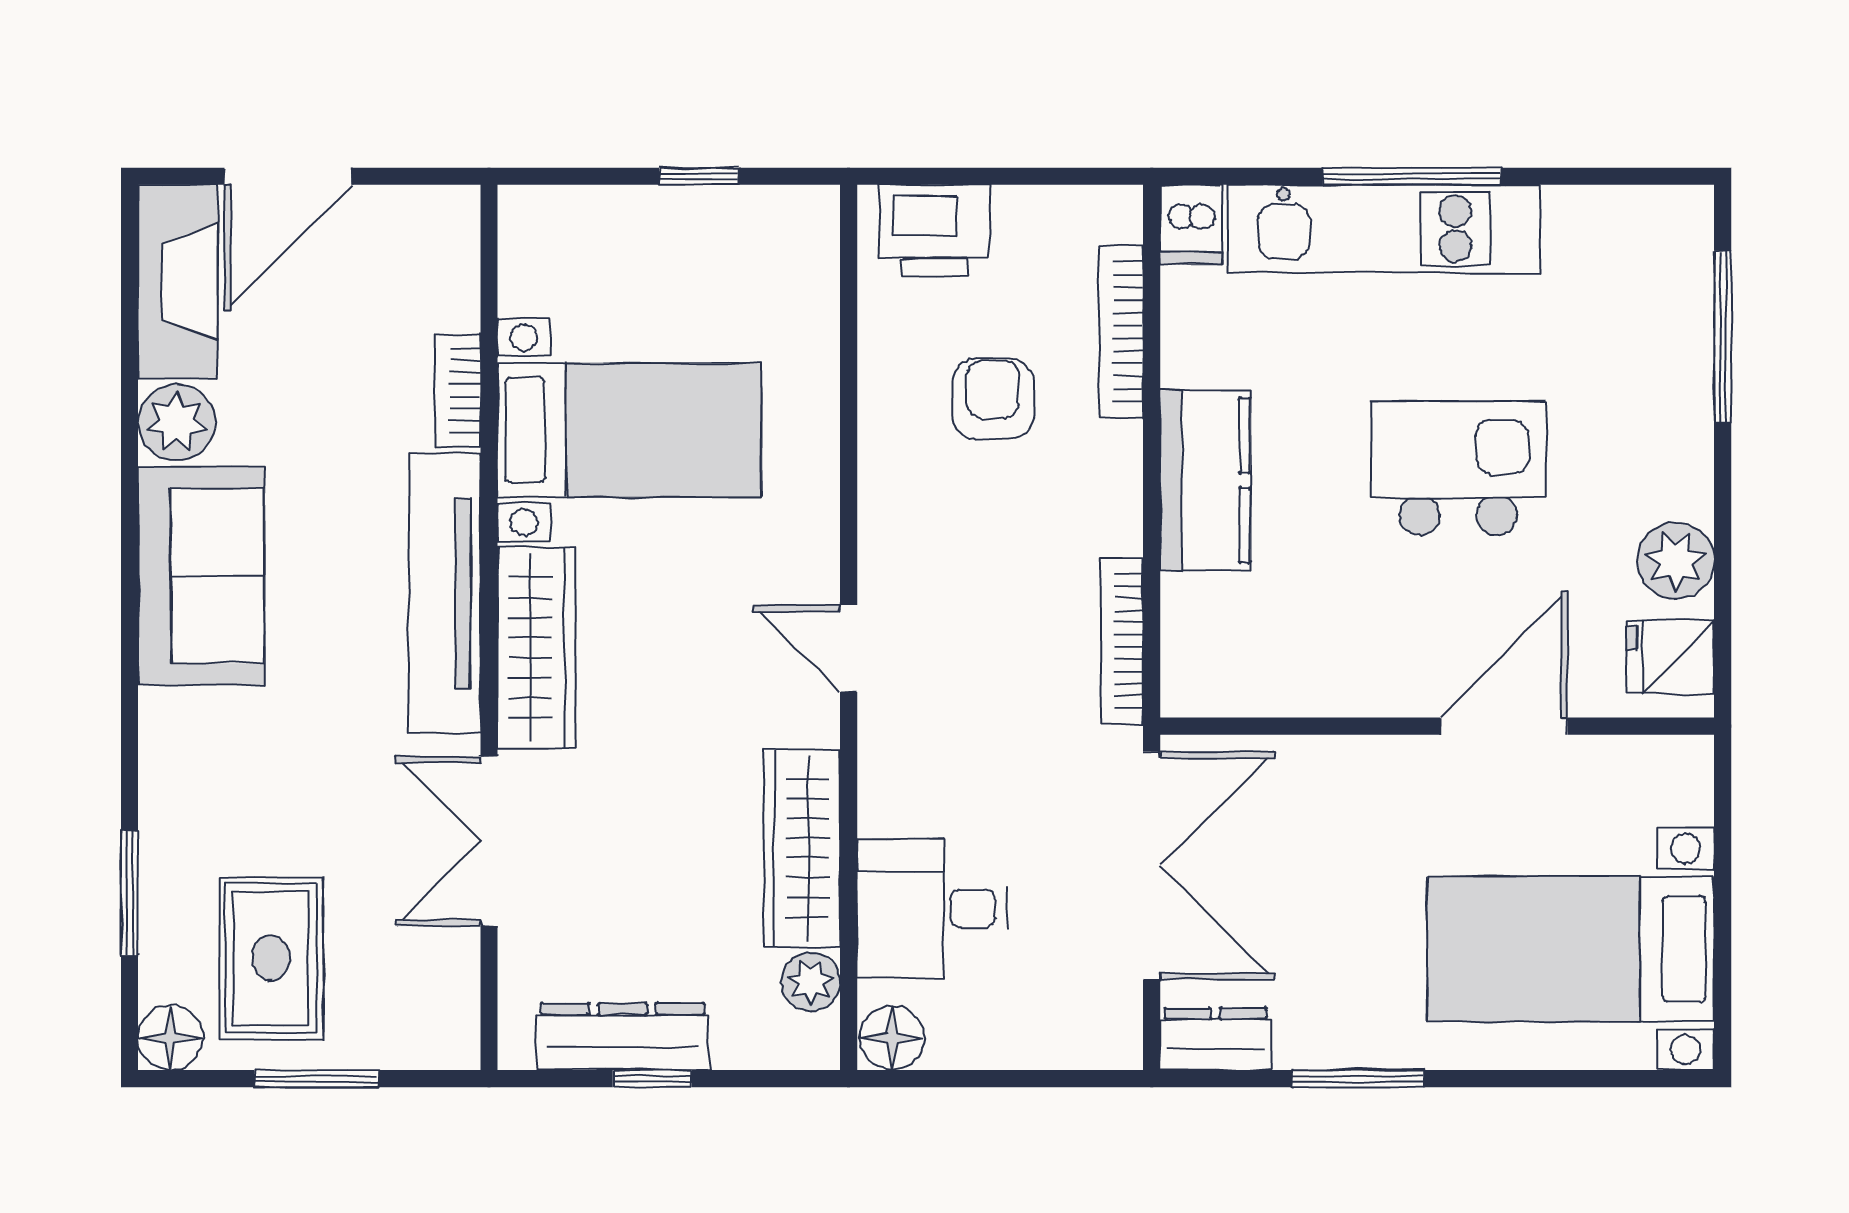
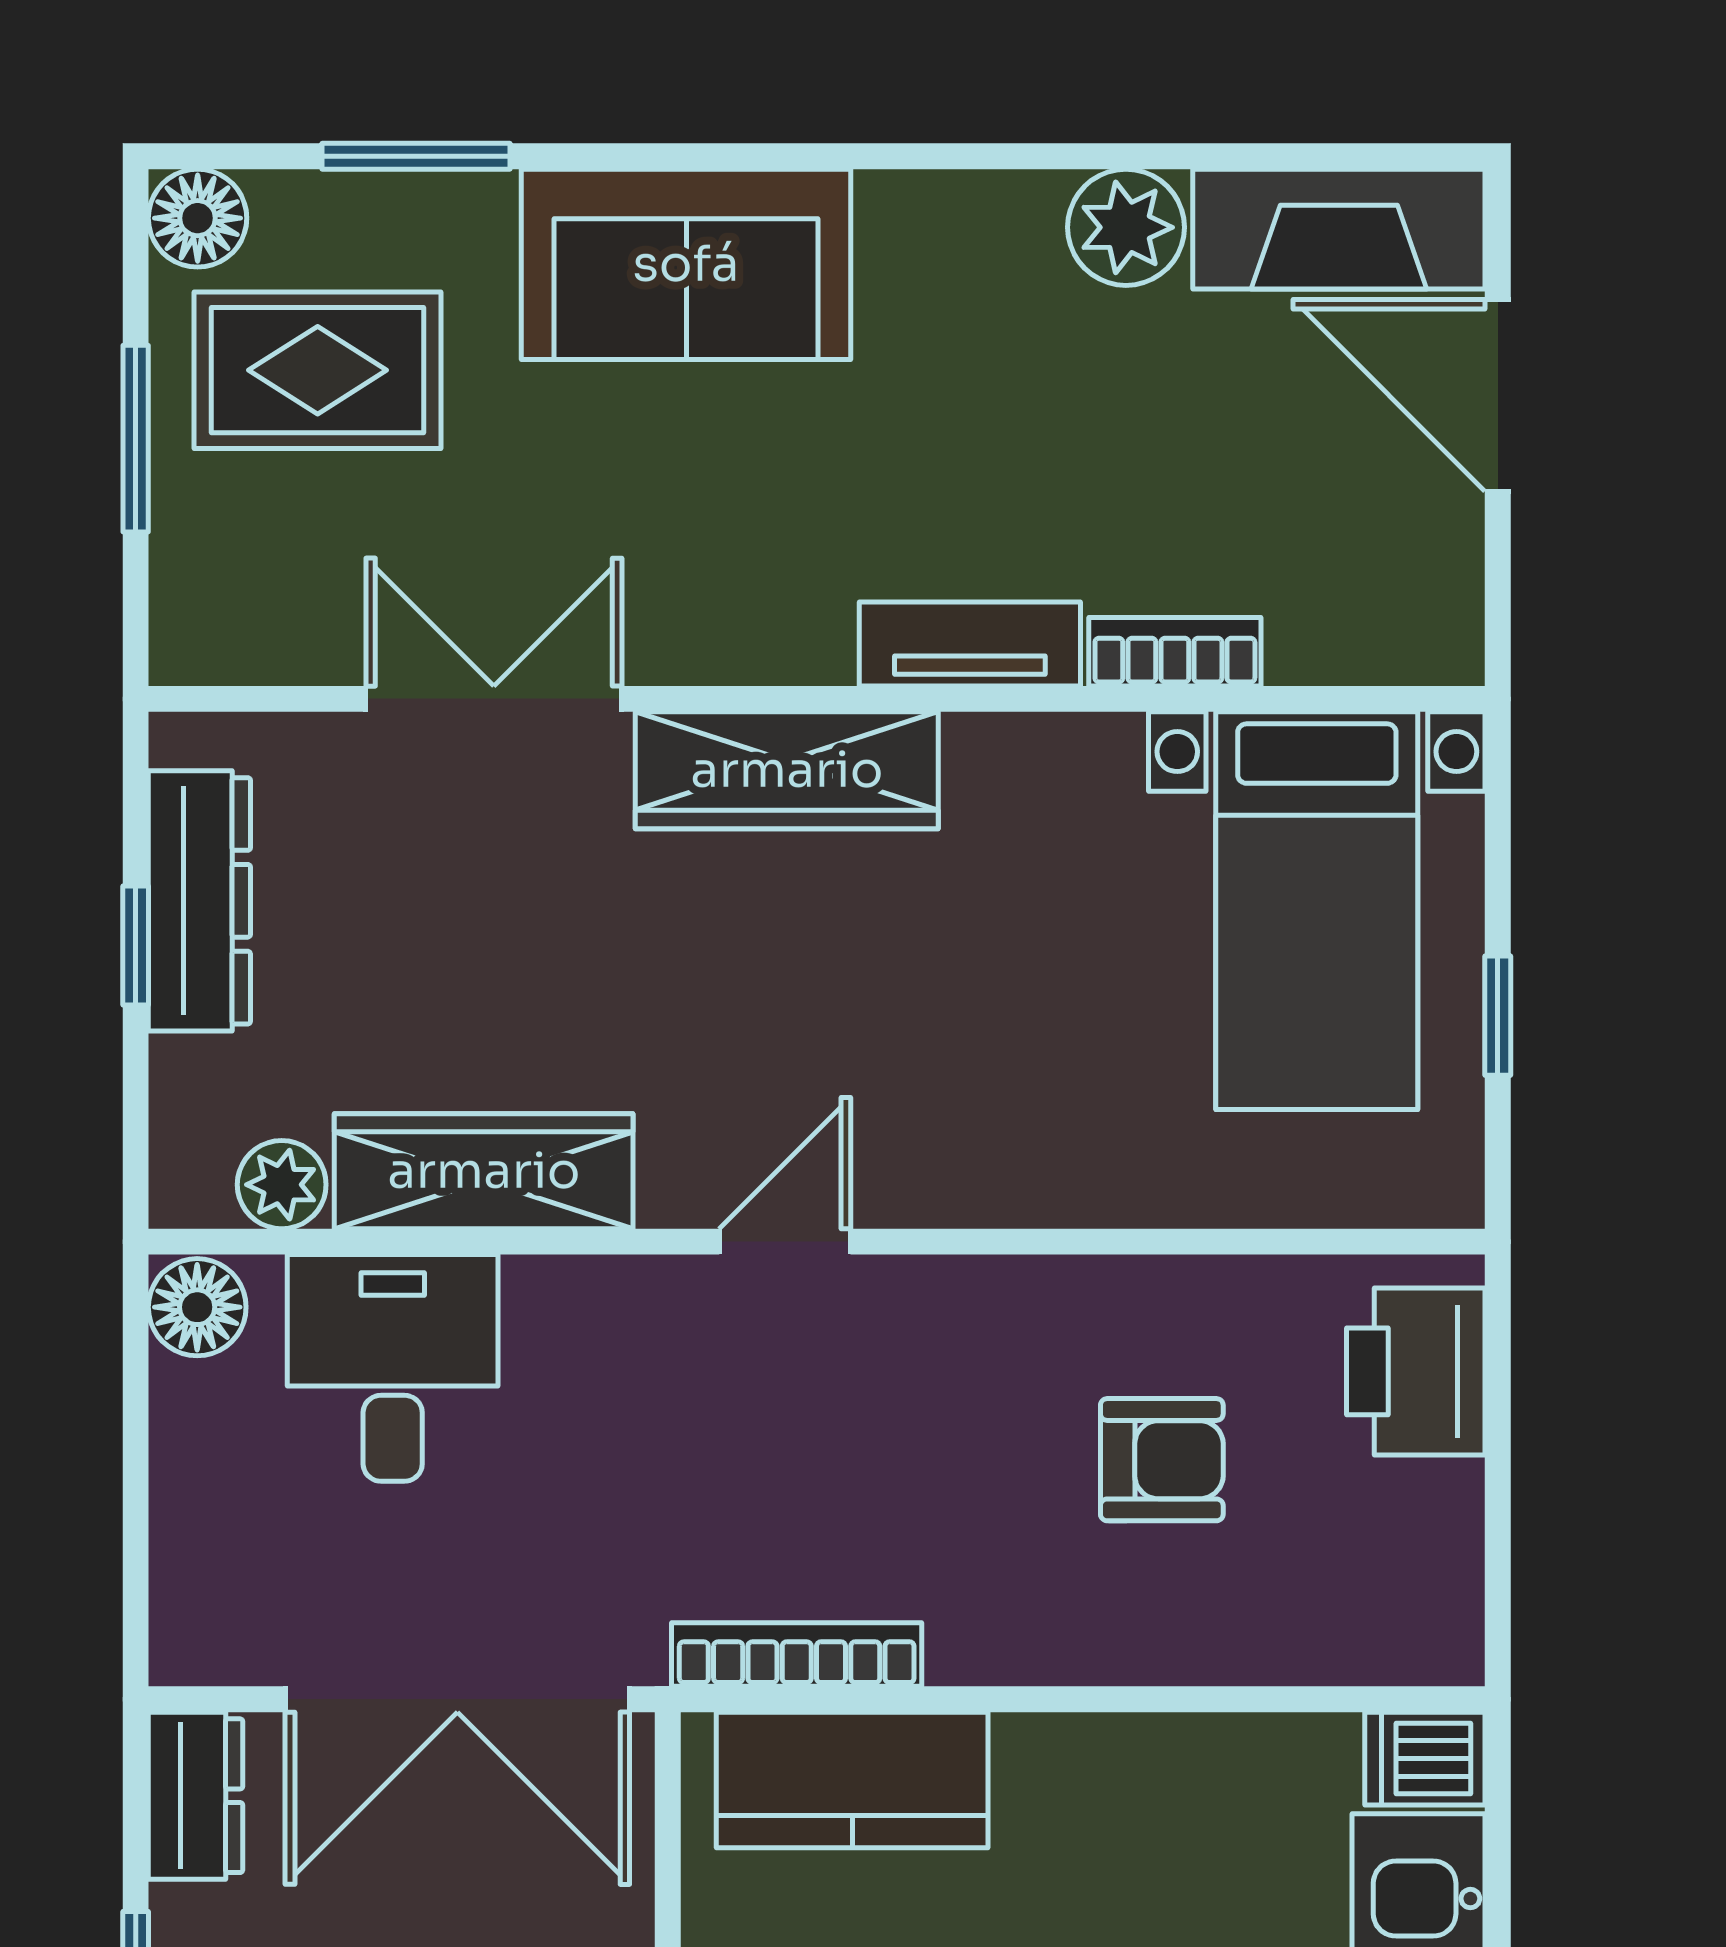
bookcase: (1121, 332) -> (1263, 1653), removed
bed with nightstands: (629, 430) -> (1317, 911), moved
kitchen counter: (1205, 480) -> (852, 1780), moved
sofa: (201, 576) -> (686, 264), moved
tv unit: (445, 593) -> (970, 644), width x0.52, depth x0.78

